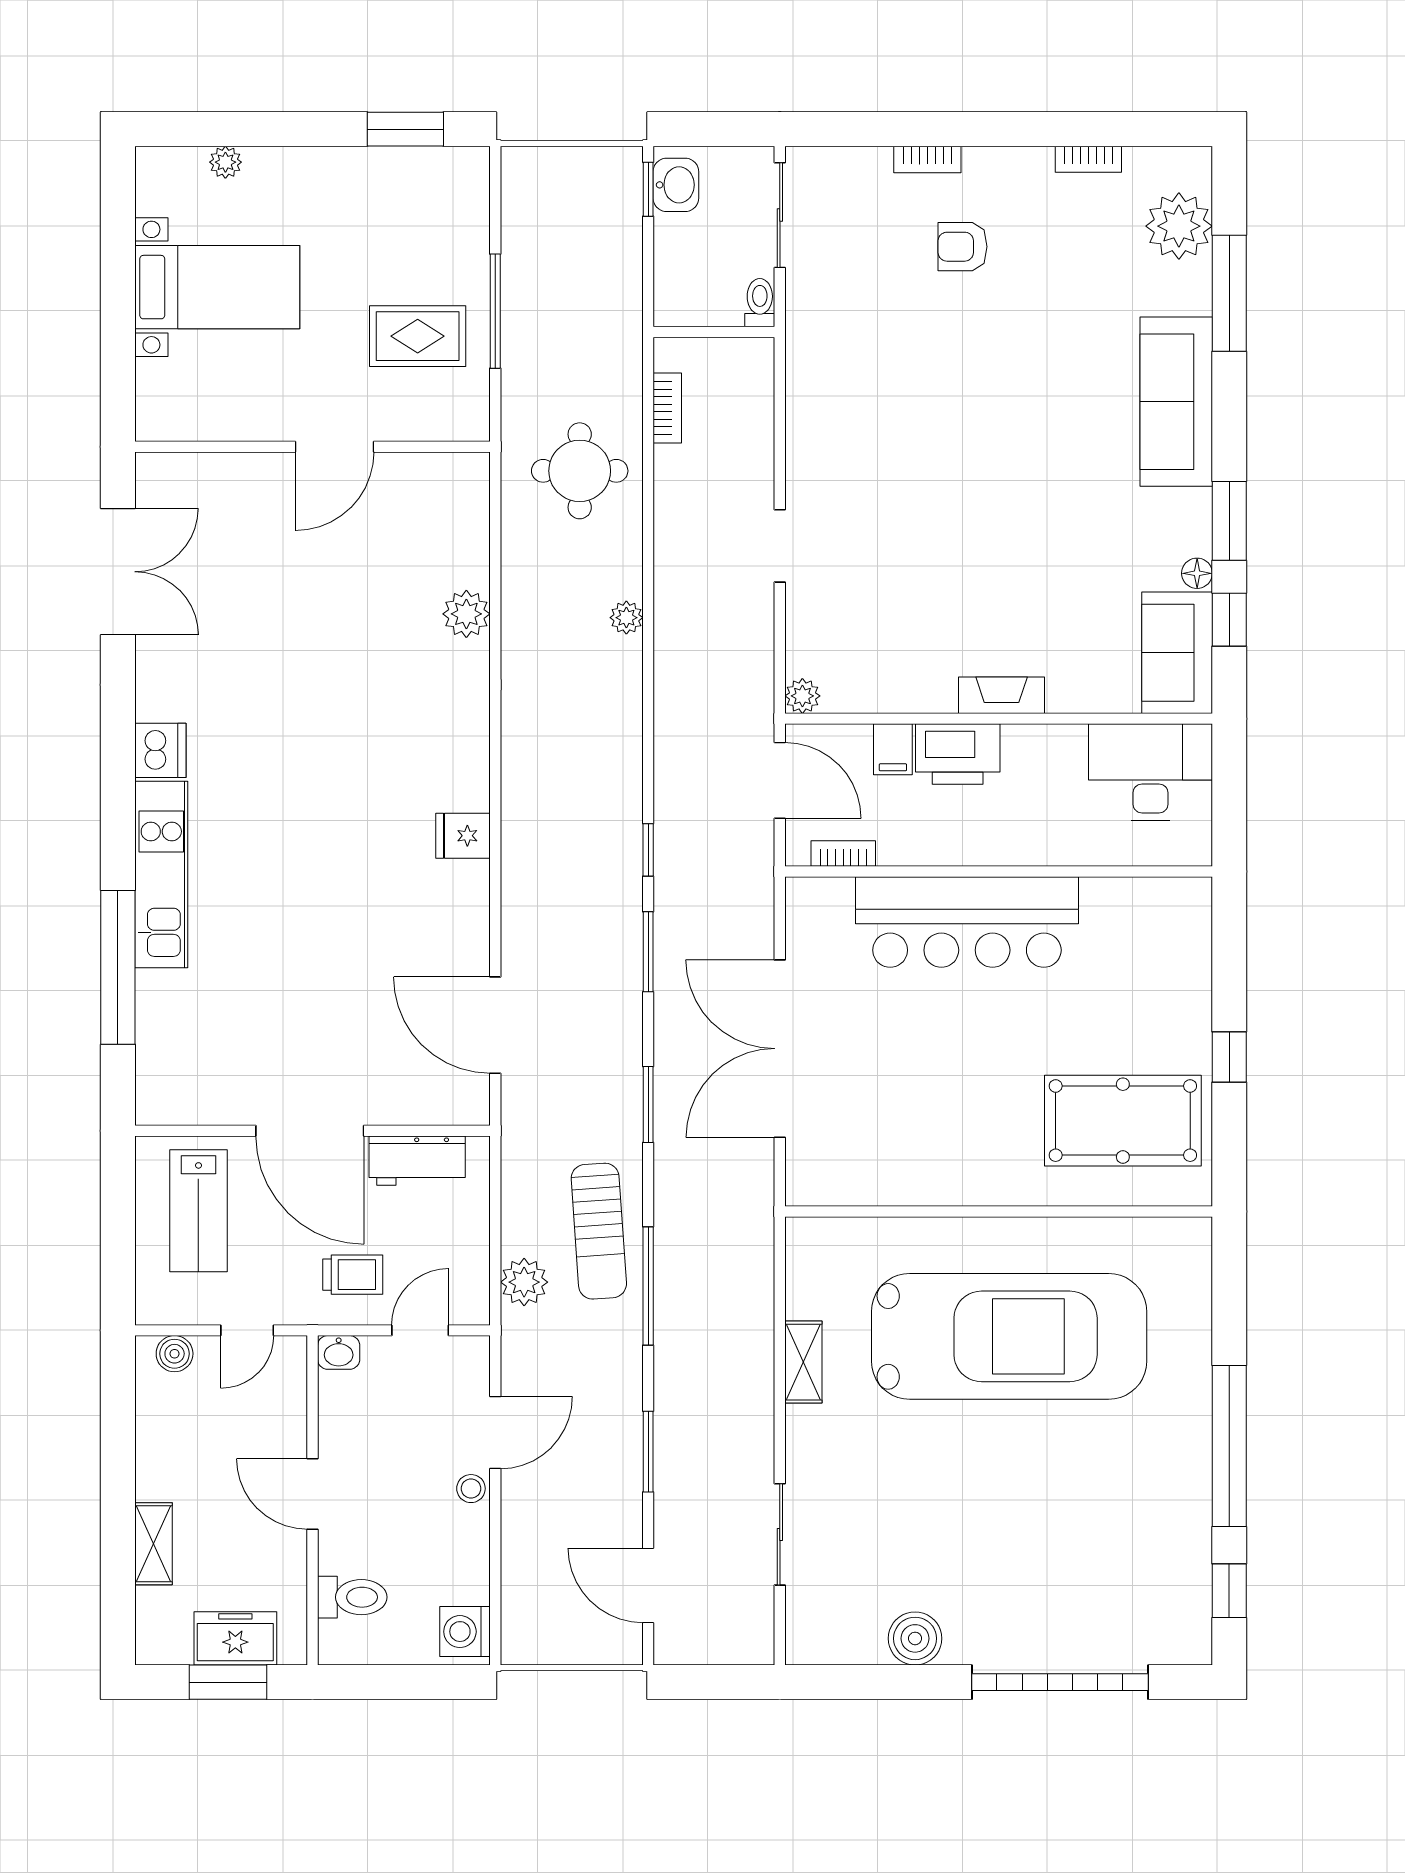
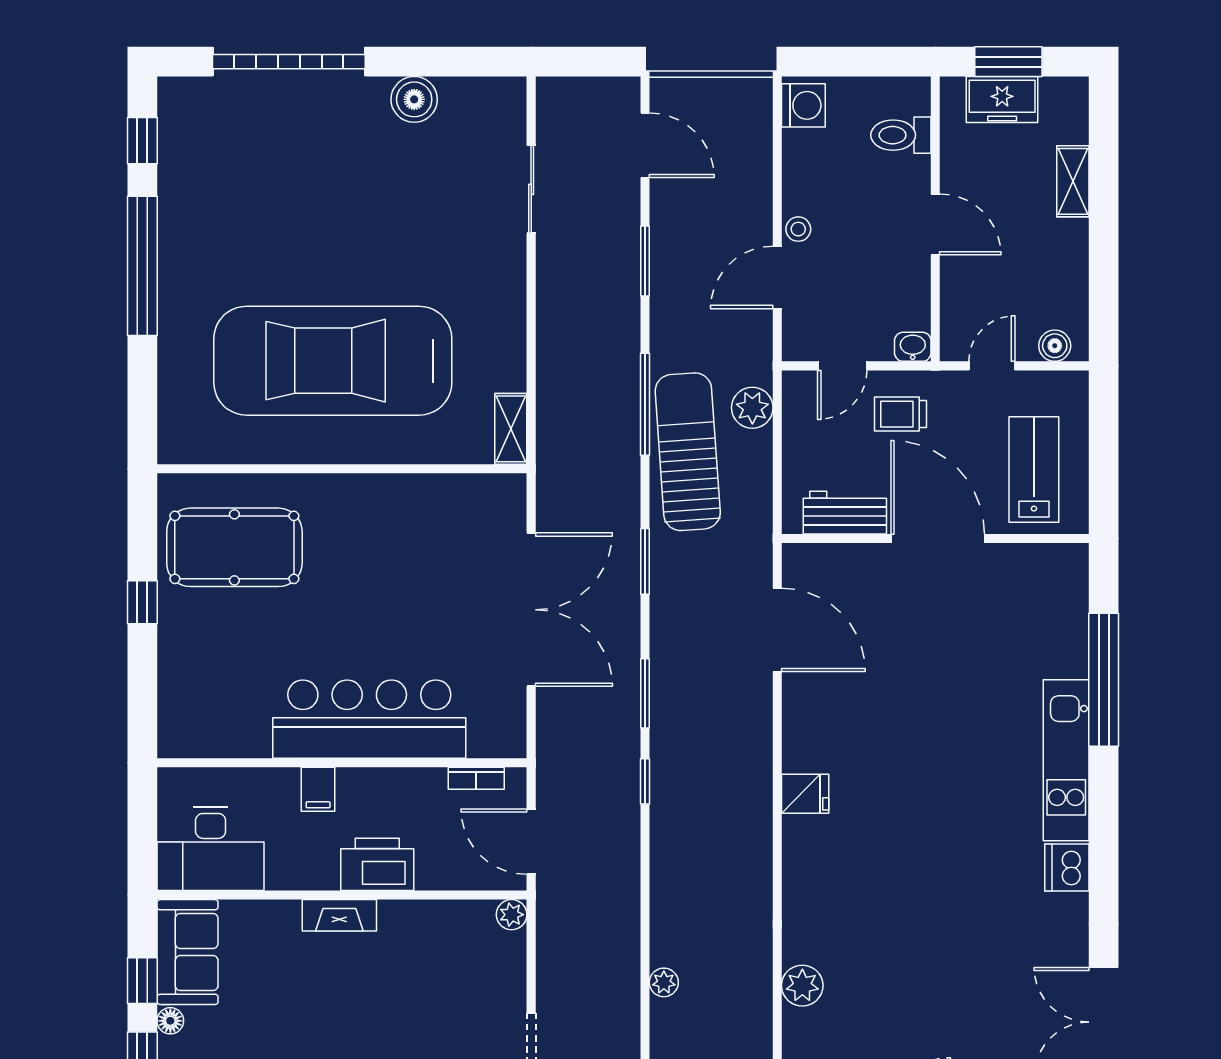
filing cabinet: (893, 749) -> (318, 789), moved, turned 180
sun lounger: (599, 1231) -> (688, 452), width x1.36, depth x1.34
shelving: (803, 1362) -> (511, 429), moved

